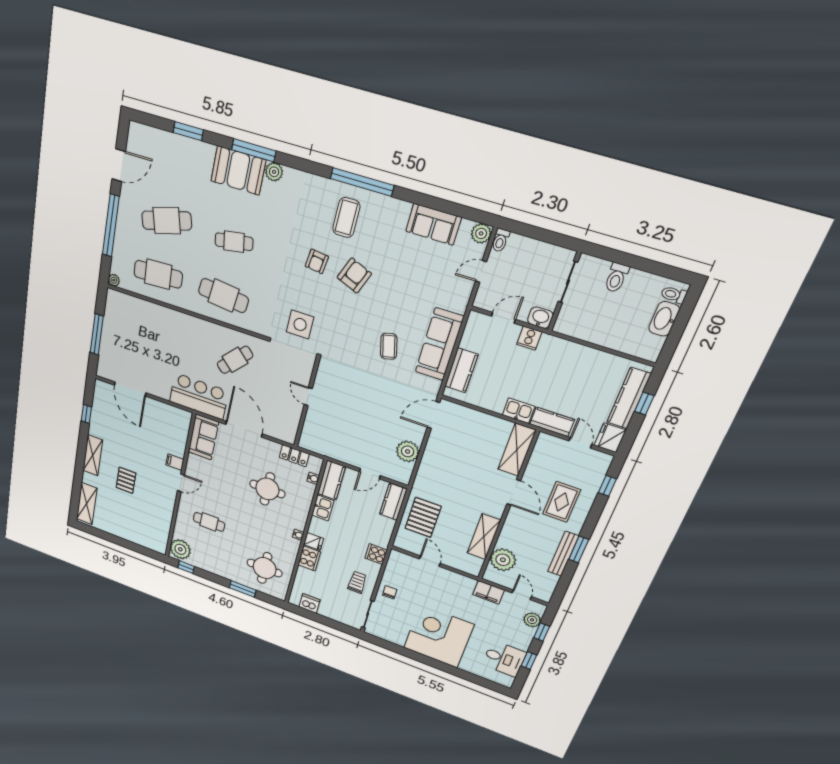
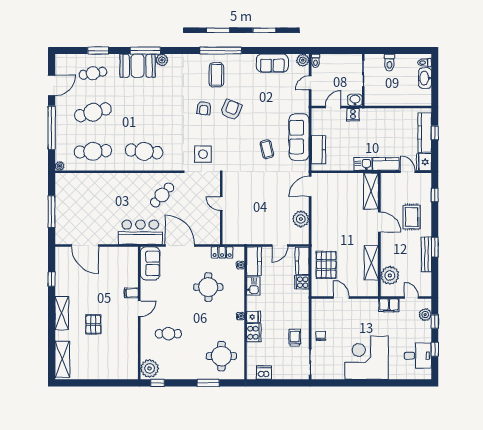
cafe table: (234, 242) -> (93, 73), moved
cooker: (376, 554) -> (302, 282), moved

